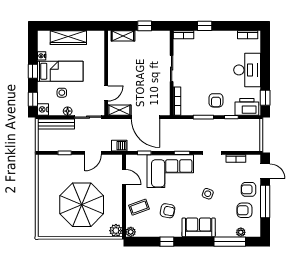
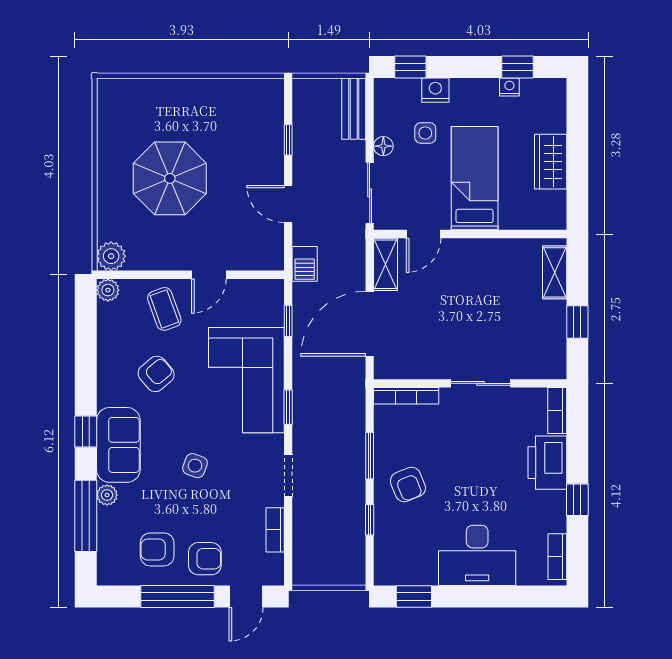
window: (205, 26) -> (577, 500), moved
wardrobe: (68, 38) -> (551, 162), width x0.67
window: (33, 71) -> (517, 67), moved
bed: (60, 71) -> (475, 178), moved, turned 180
door: (106, 93) -> (424, 234), hinge flipped
armchair: (216, 100) -> (408, 484), turned -112
printer: (247, 107) -> (547, 463), moved, turned 180
nightstand: (43, 109) -> (435, 90), moved
bench: (56, 124) -> (354, 109), width x0.73
door: (124, 177) -> (209, 275), moved
armchair: (249, 189) -> (205, 559), turned 90
parasol: (82, 205) -> (170, 178), width x0.73, depth x0.73
armchair: (244, 210) -> (157, 549), turned -90
armchair: (167, 211) -> (156, 374), turned -141
plant: (241, 232) -> (107, 495), moved
window: (167, 242) -> (86, 432), moved

